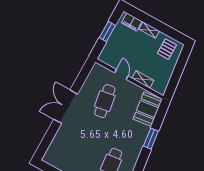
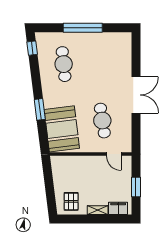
door: (121, 74) -> (114, 154), moved
shelving: (143, 79) -> (78, 161), removed
booth: (148, 109) -> (62, 129), width x1.36, depth x1.42

